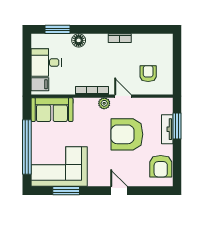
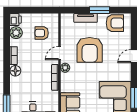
floor lamp: (79, 40) -> (15, 71), moved
plant: (149, 41) -> (16, 33), added
printer: (165, 41) -> (16, 20), added
window: (177, 126) -> (99, 10), moved

